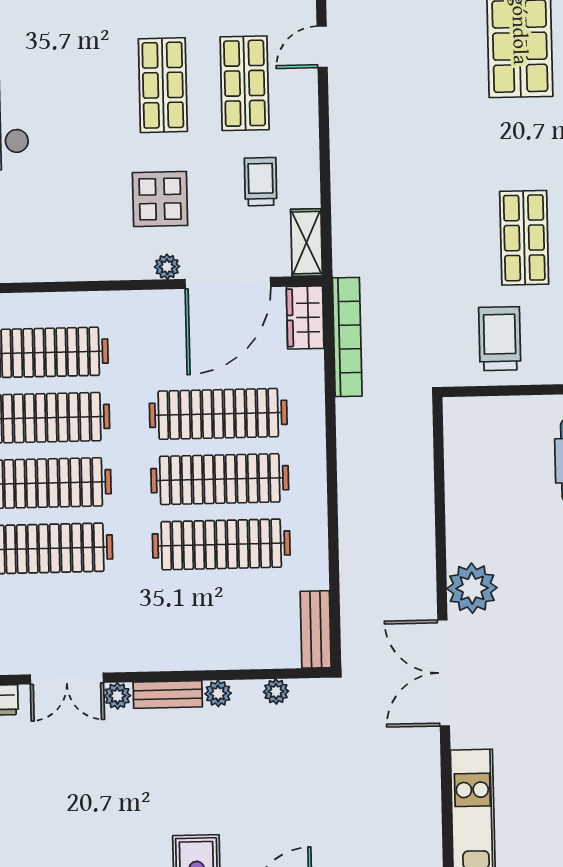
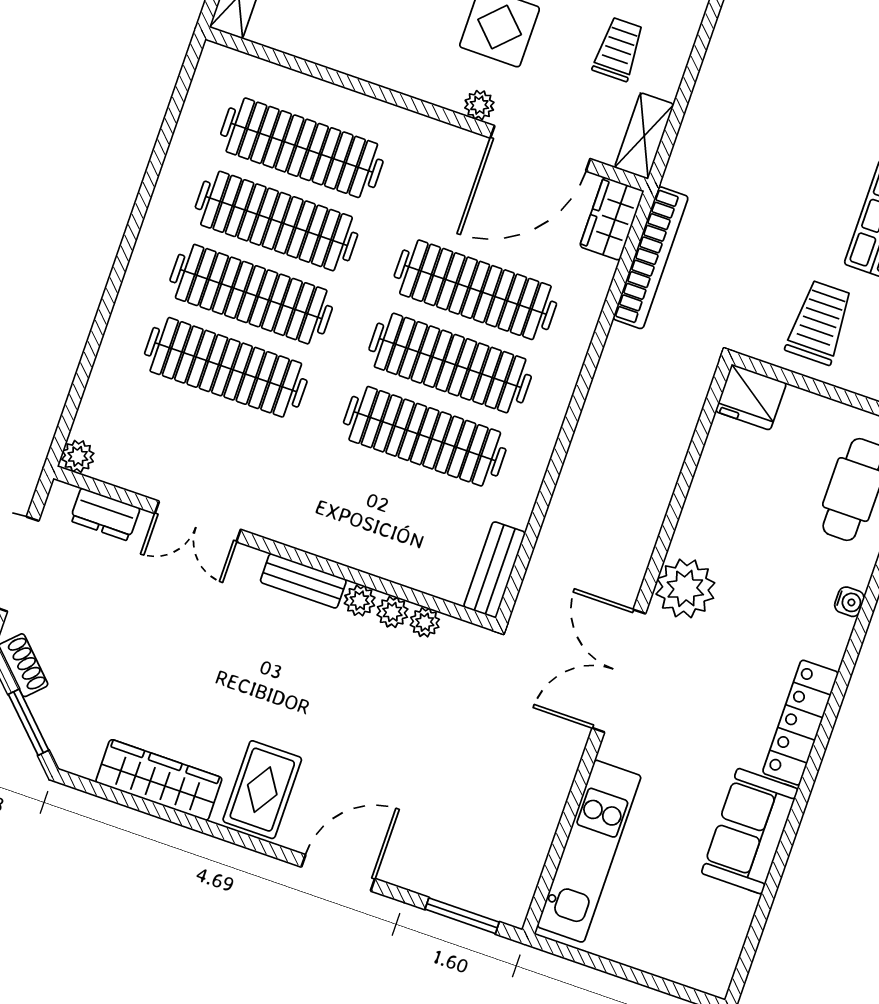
fridge: (467, 418) -> (751, 397), added
plant: (117, 696) -> (392, 612), moved

